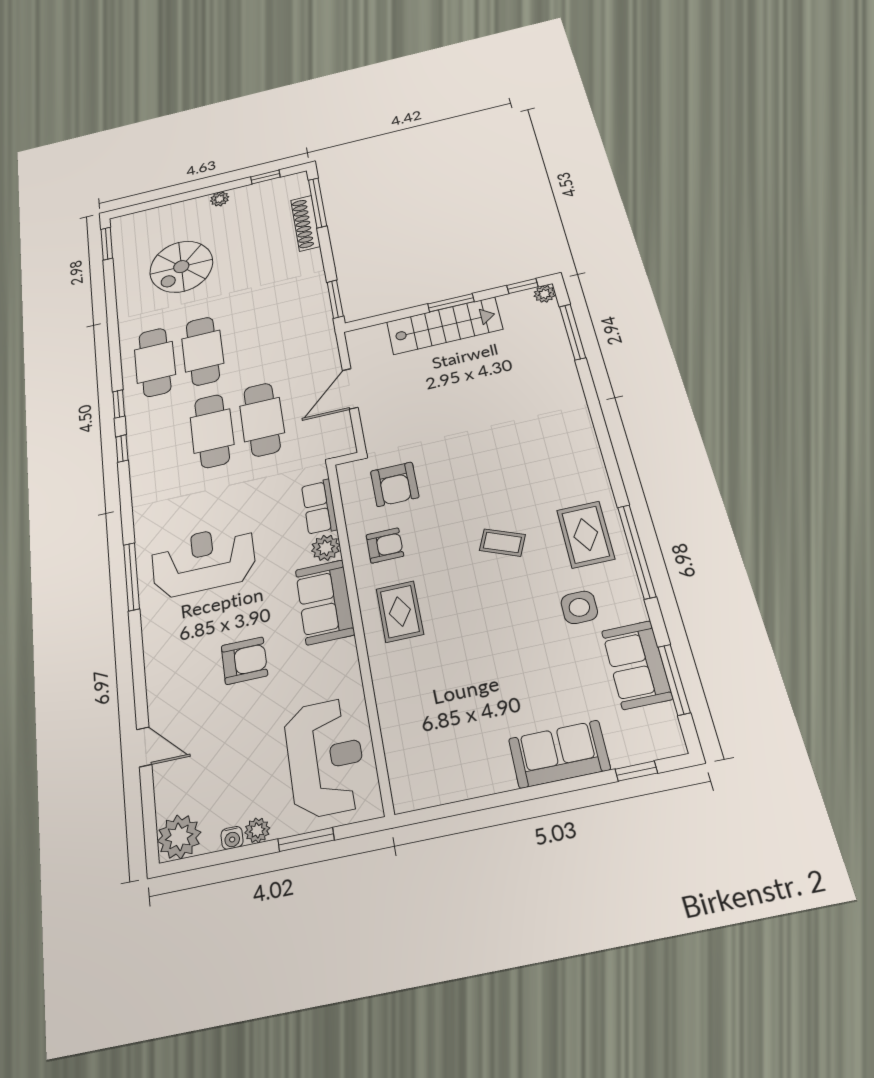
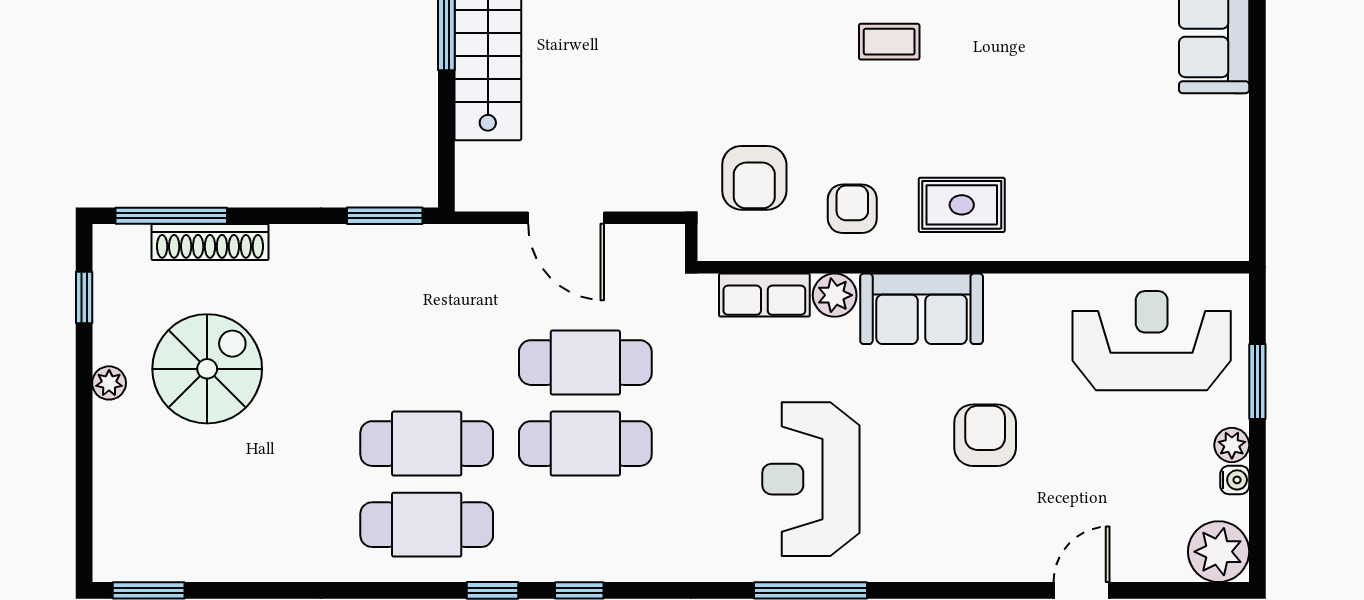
spiral stairs: (181, 267) -> (207, 369), moved, turned -90
armchair: (395, 484) -> (754, 178), turned 90
coffee table: (502, 543) -> (889, 42), turned 67

